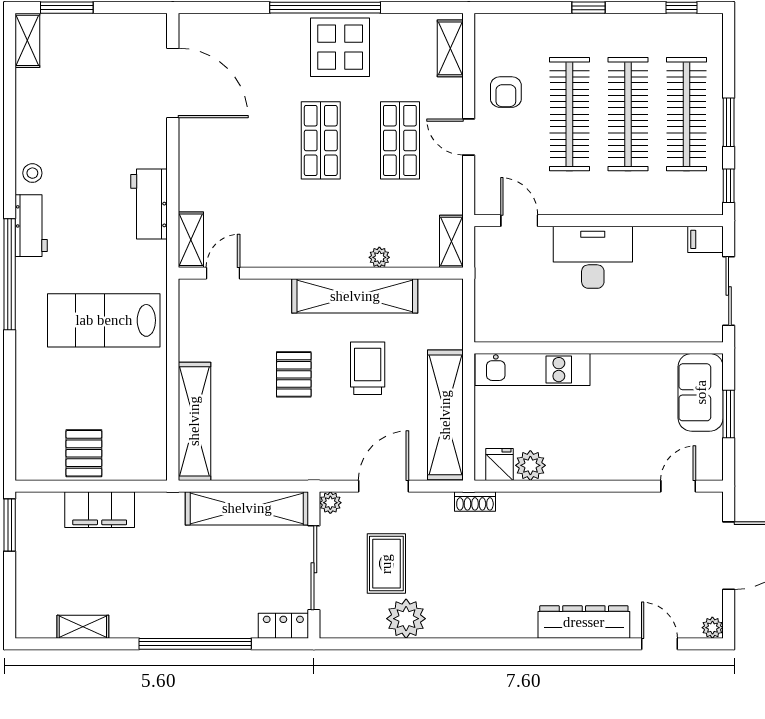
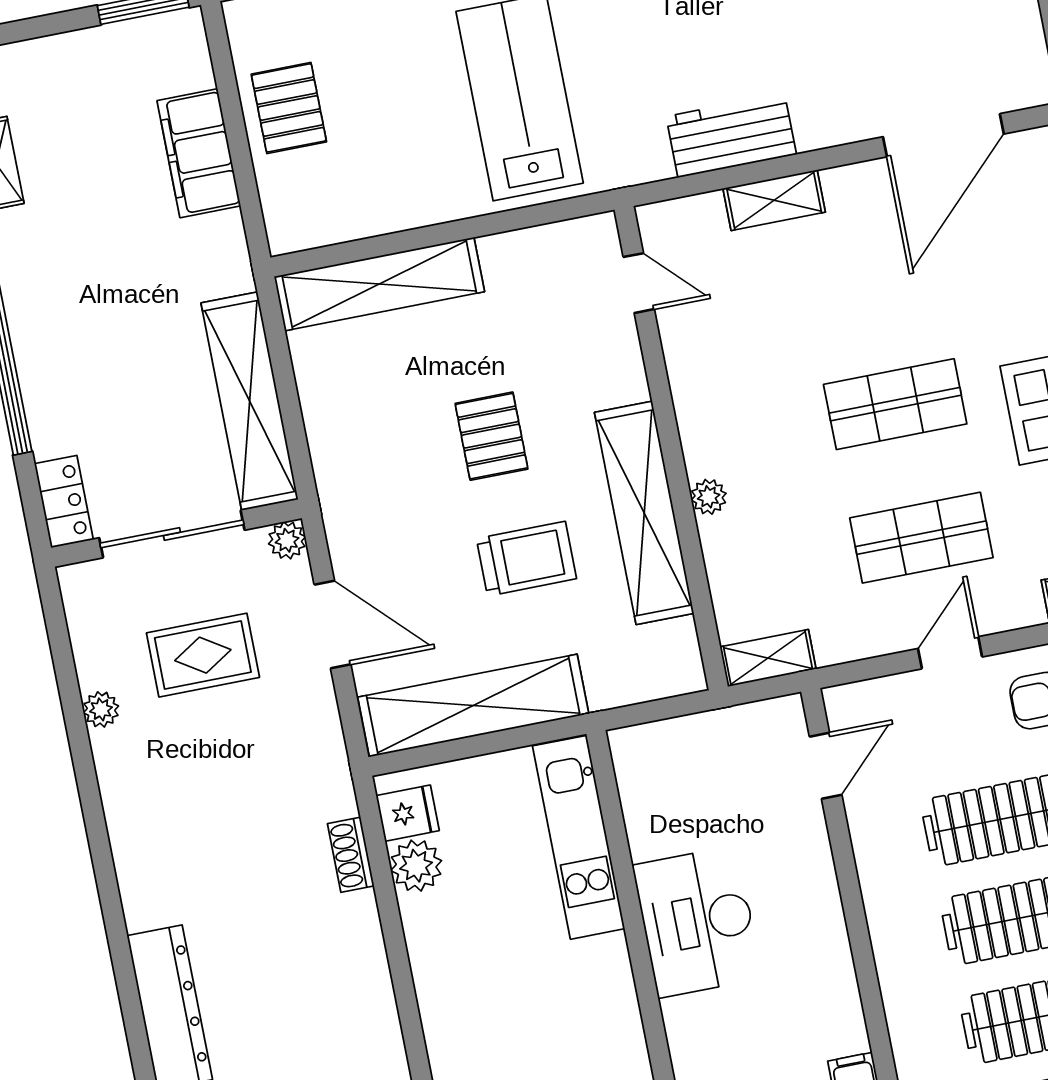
shelving: (191, 240) -> (774, 200), moved
plant: (379, 257) -> (709, 497), moved
desk: (593, 257) -> (697, 922), moved, turned 180
pallet: (294, 374) -> (491, 436), turned 90
pallet: (84, 453) -> (289, 108), turned 90
shoe rack: (475, 502) -> (351, 855), moved
plant: (406, 619) -> (101, 709), width x0.53, depth x0.53

